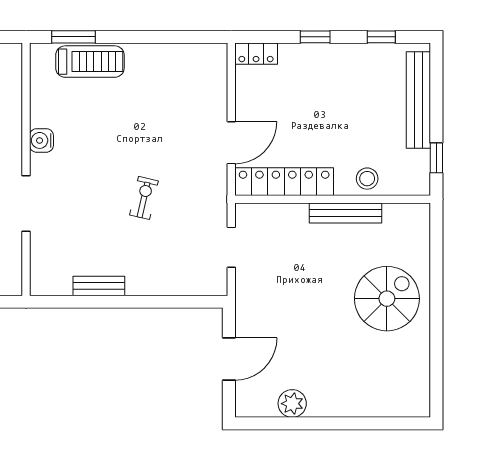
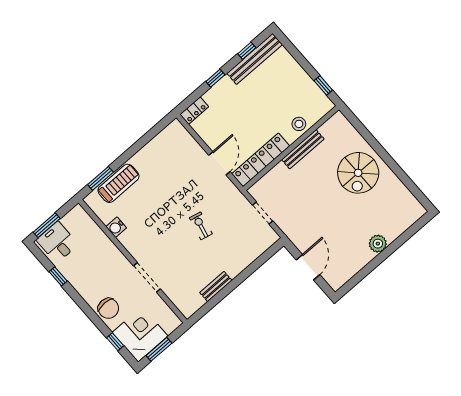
bench: (418, 100) -> (255, 59), moved, turned 90
water cooler: (41, 140) -> (116, 227), moved
spiral stairs: (387, 299) -> (358, 173), turned 180
plant: (292, 404) -> (378, 244), moved

